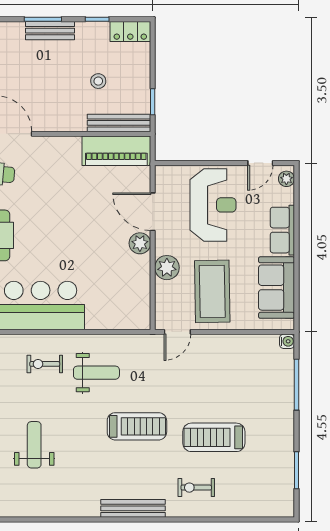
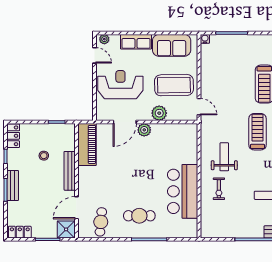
bench: (119, 123) -> (70, 171), moved

